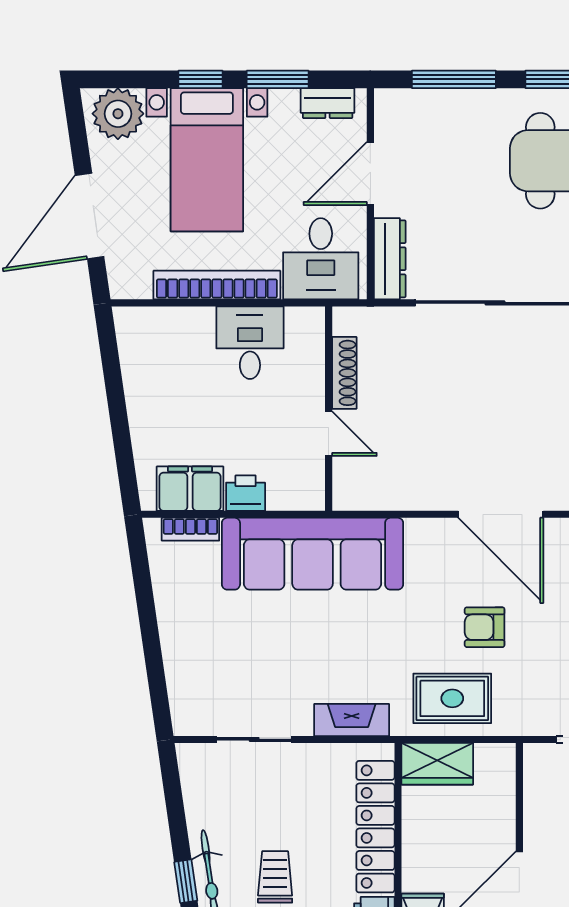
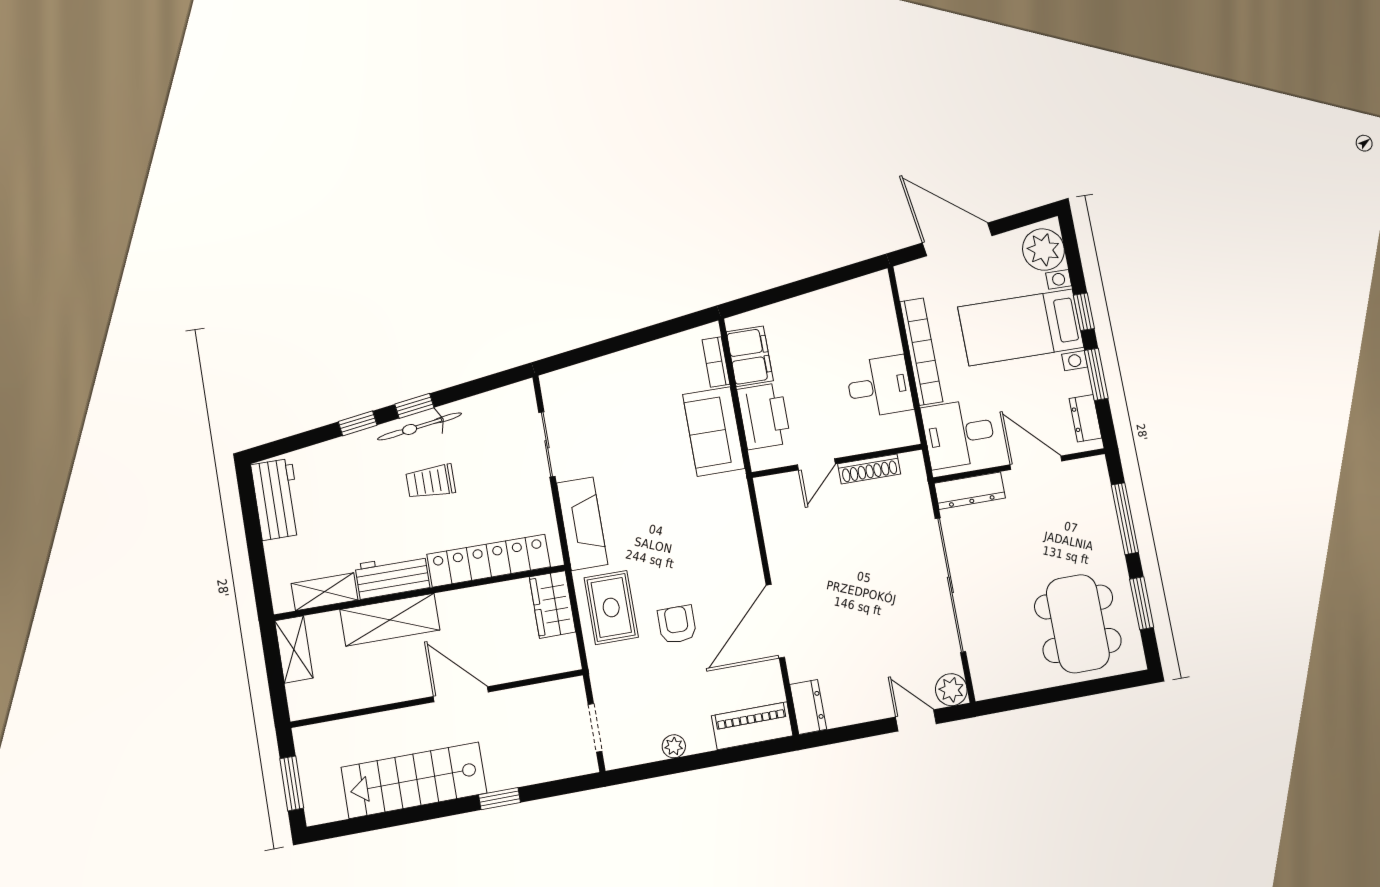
printer: (246, 493) -> (764, 416), width x1.87, depth x1.48
sofa: (313, 554) -> (714, 431), width x0.54, depth x0.79
fireplace: (352, 720) -> (582, 524), width x1.37, depth x1.32
trolley: (275, 877) -> (431, 482), turned 180

